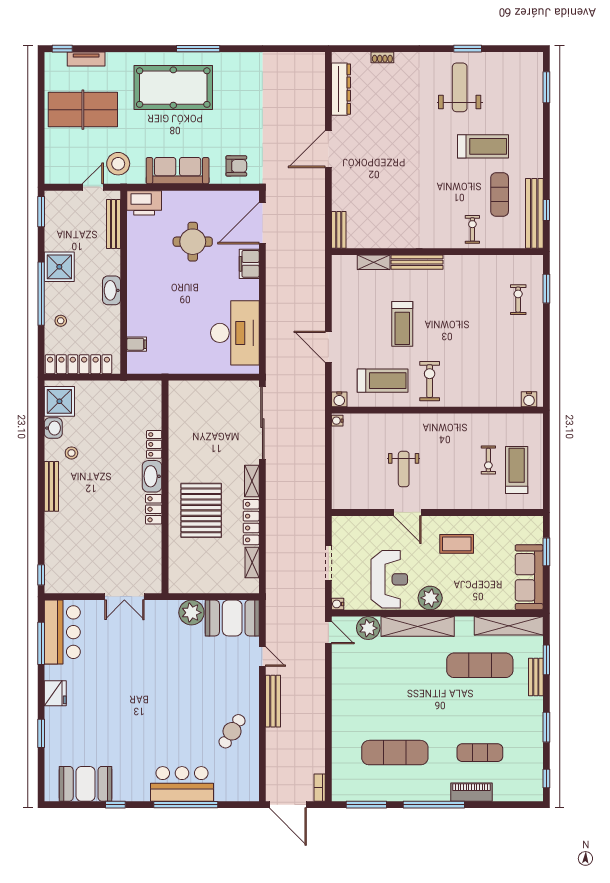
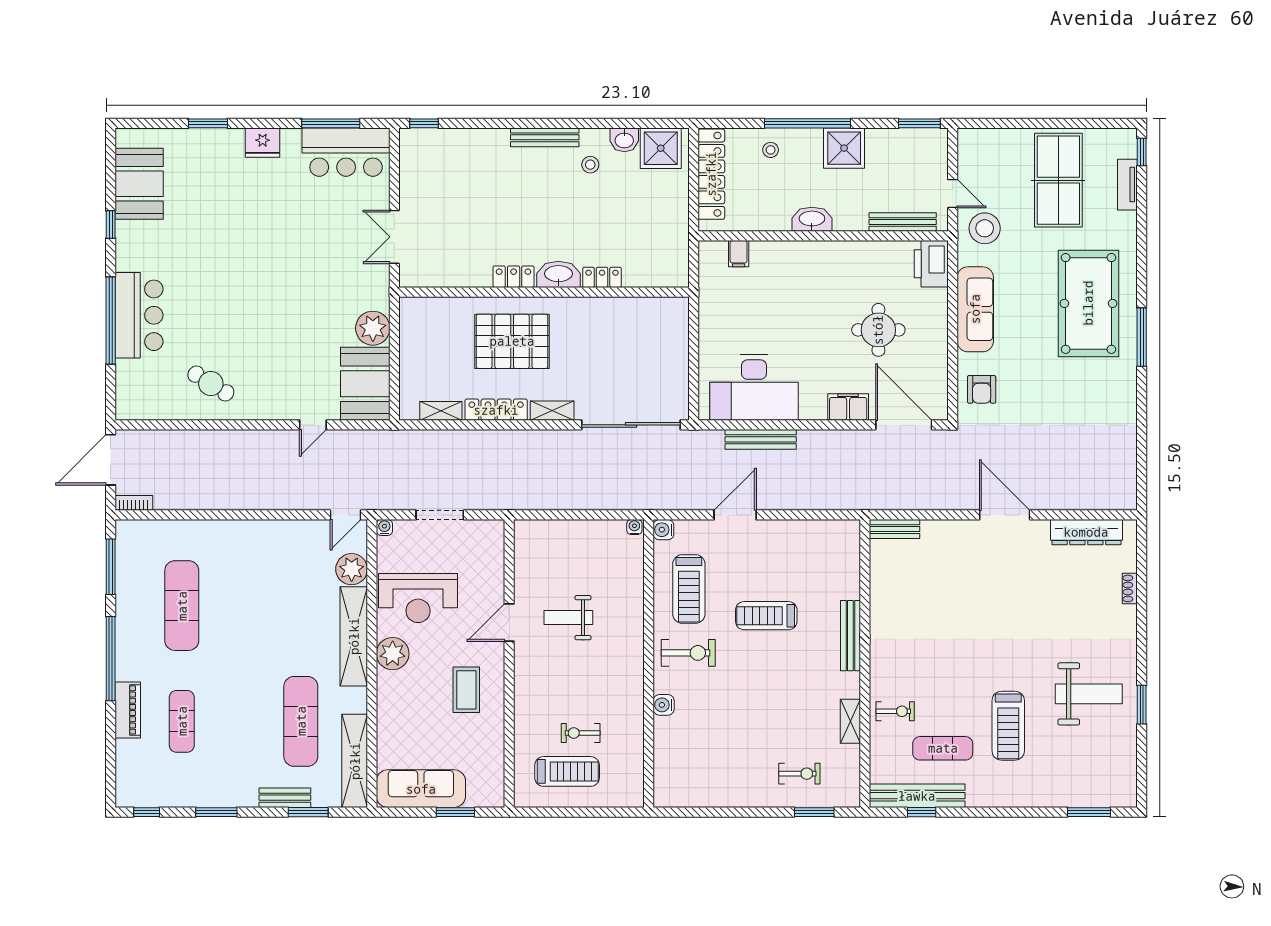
shelving: (374, 262) -> (850, 721), moved
water cooler: (529, 399) -> (664, 705), moved
bench: (273, 701) -> (761, 439), moved

